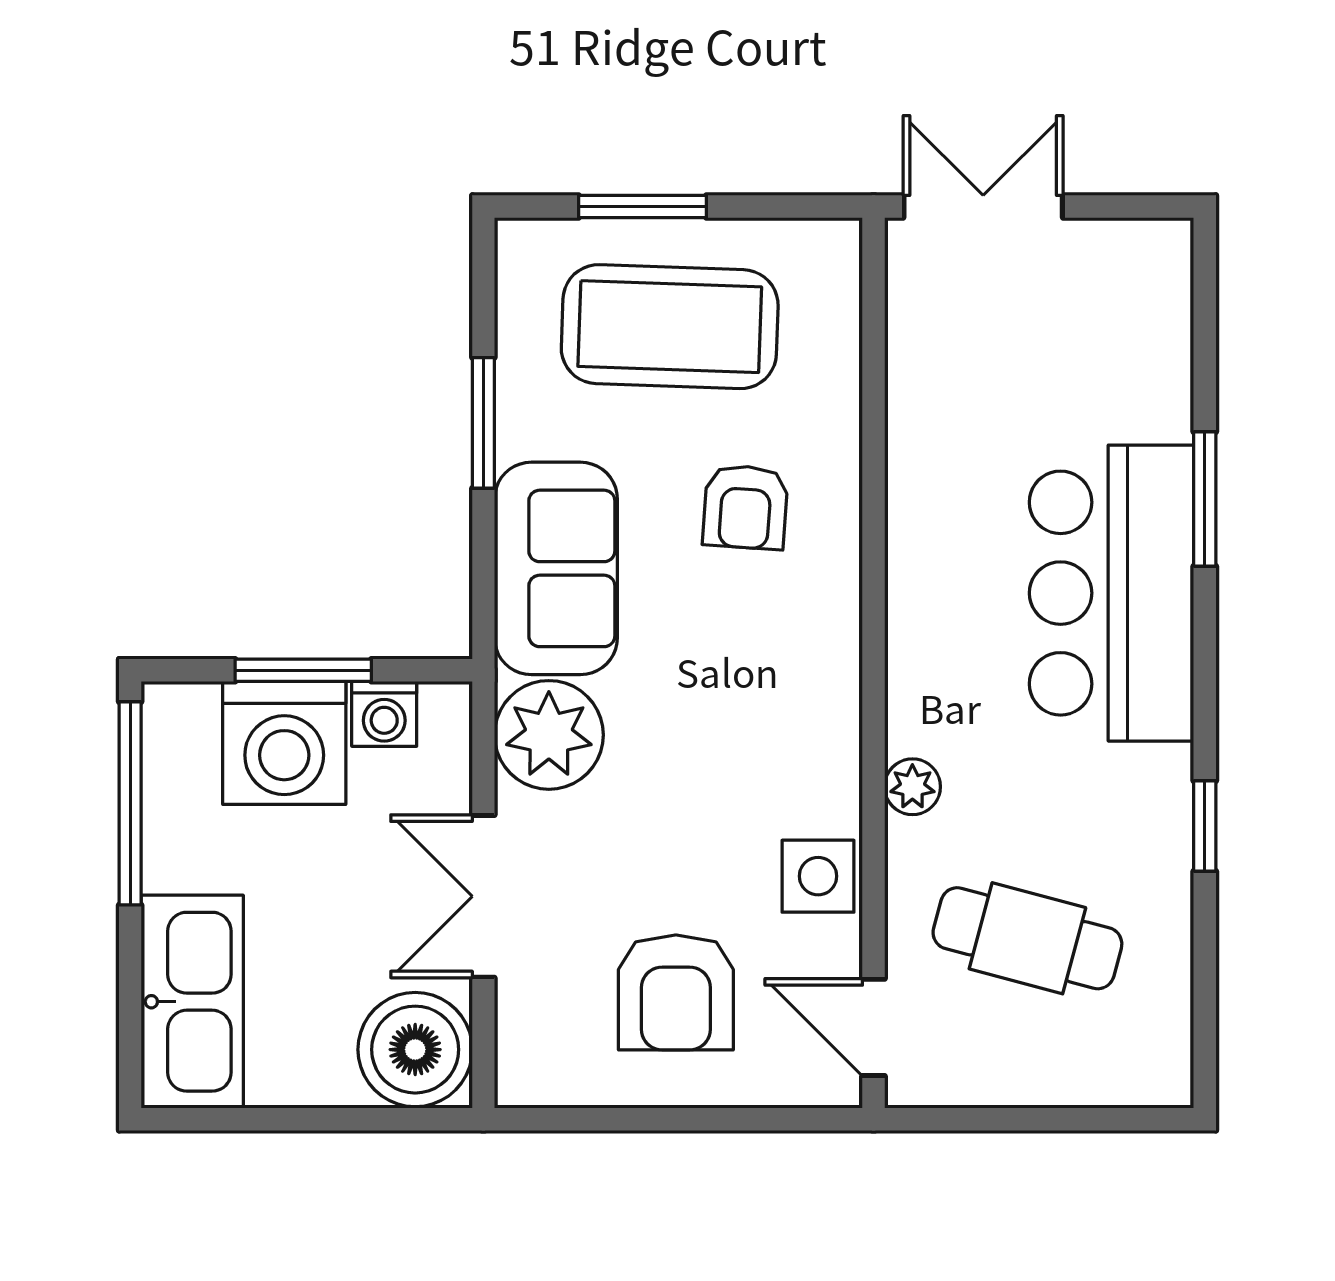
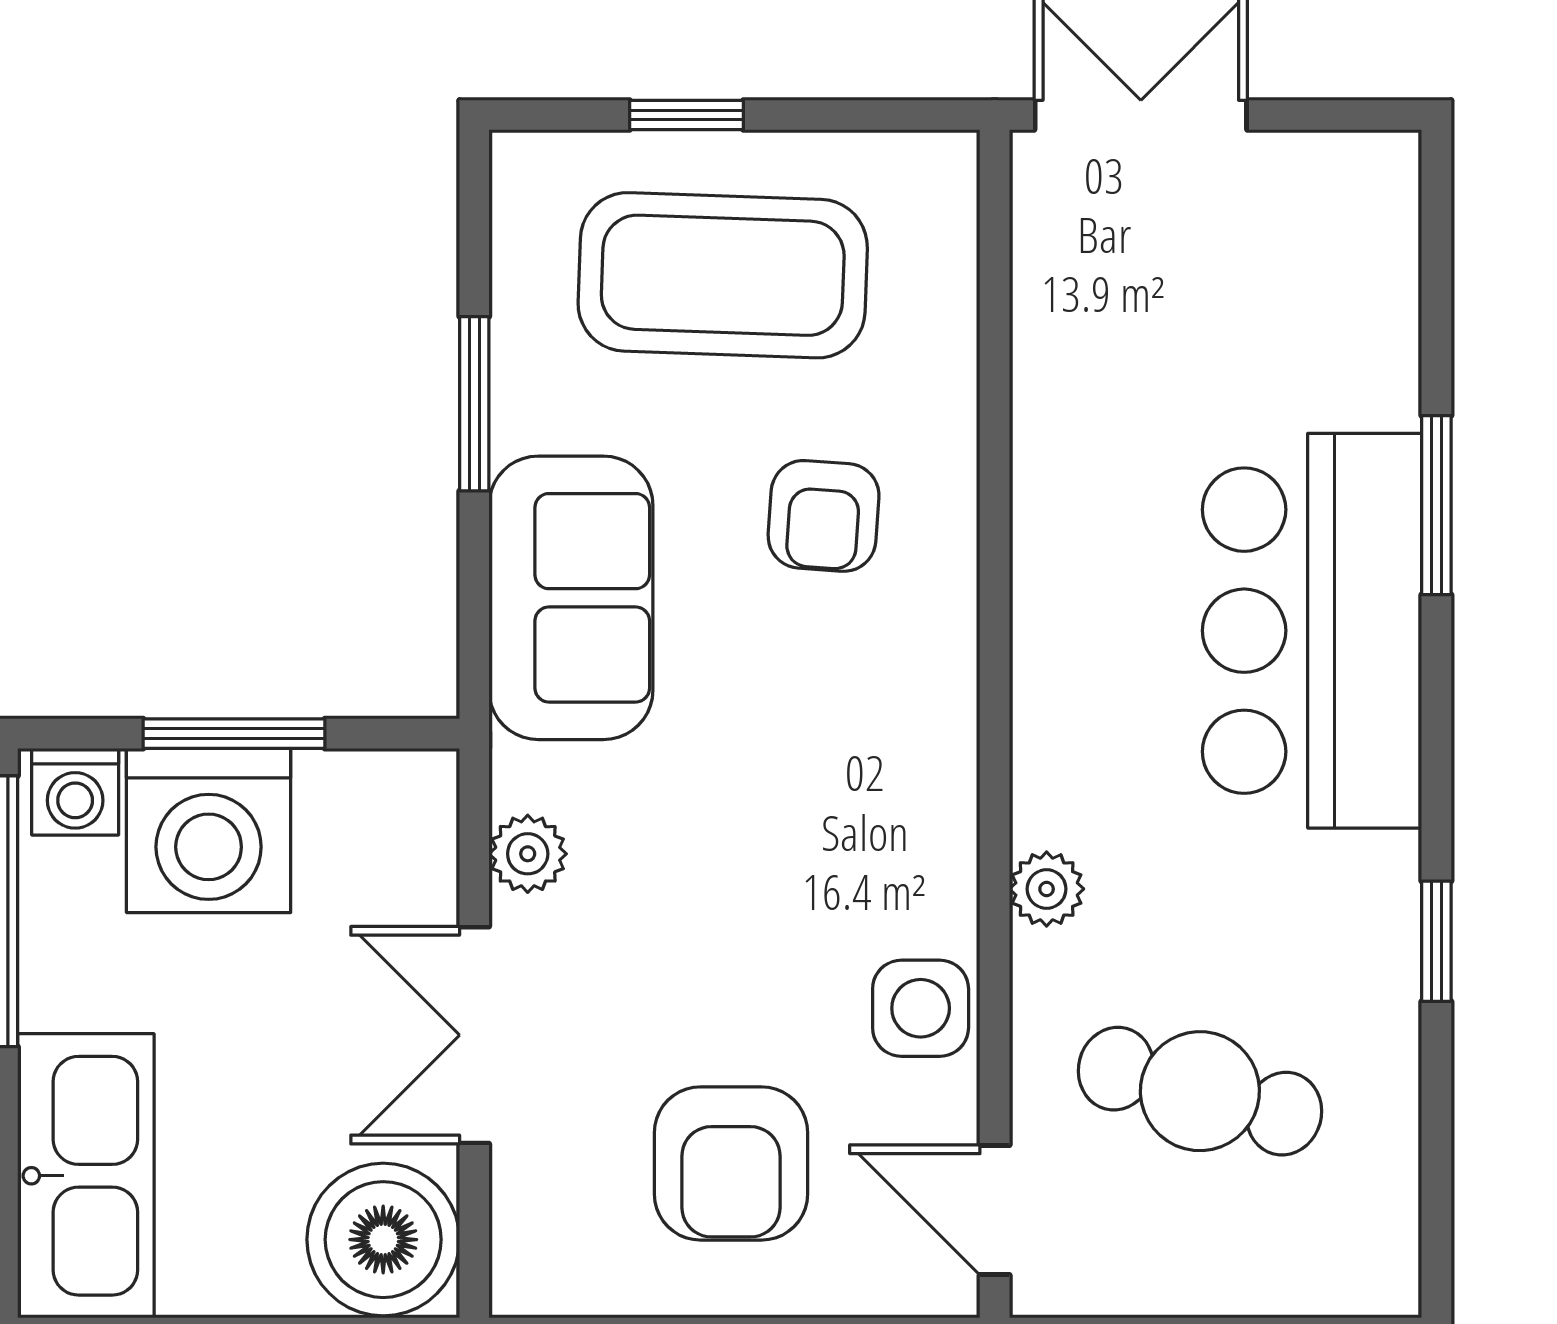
window: (643, 206) -> (686, 115), width x0.67
washing machine: (384, 714) -> (75, 792), moved
plant: (549, 735) -> (528, 854), width x0.53, depth x0.53

